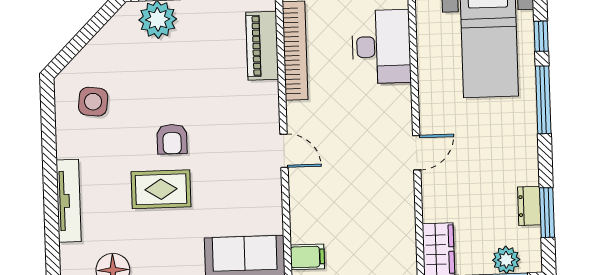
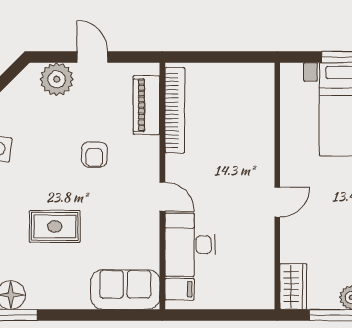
desk: (381, 47) -> (190, 245), moved, turned 180
armchair: (172, 139) -> (94, 154), moved

